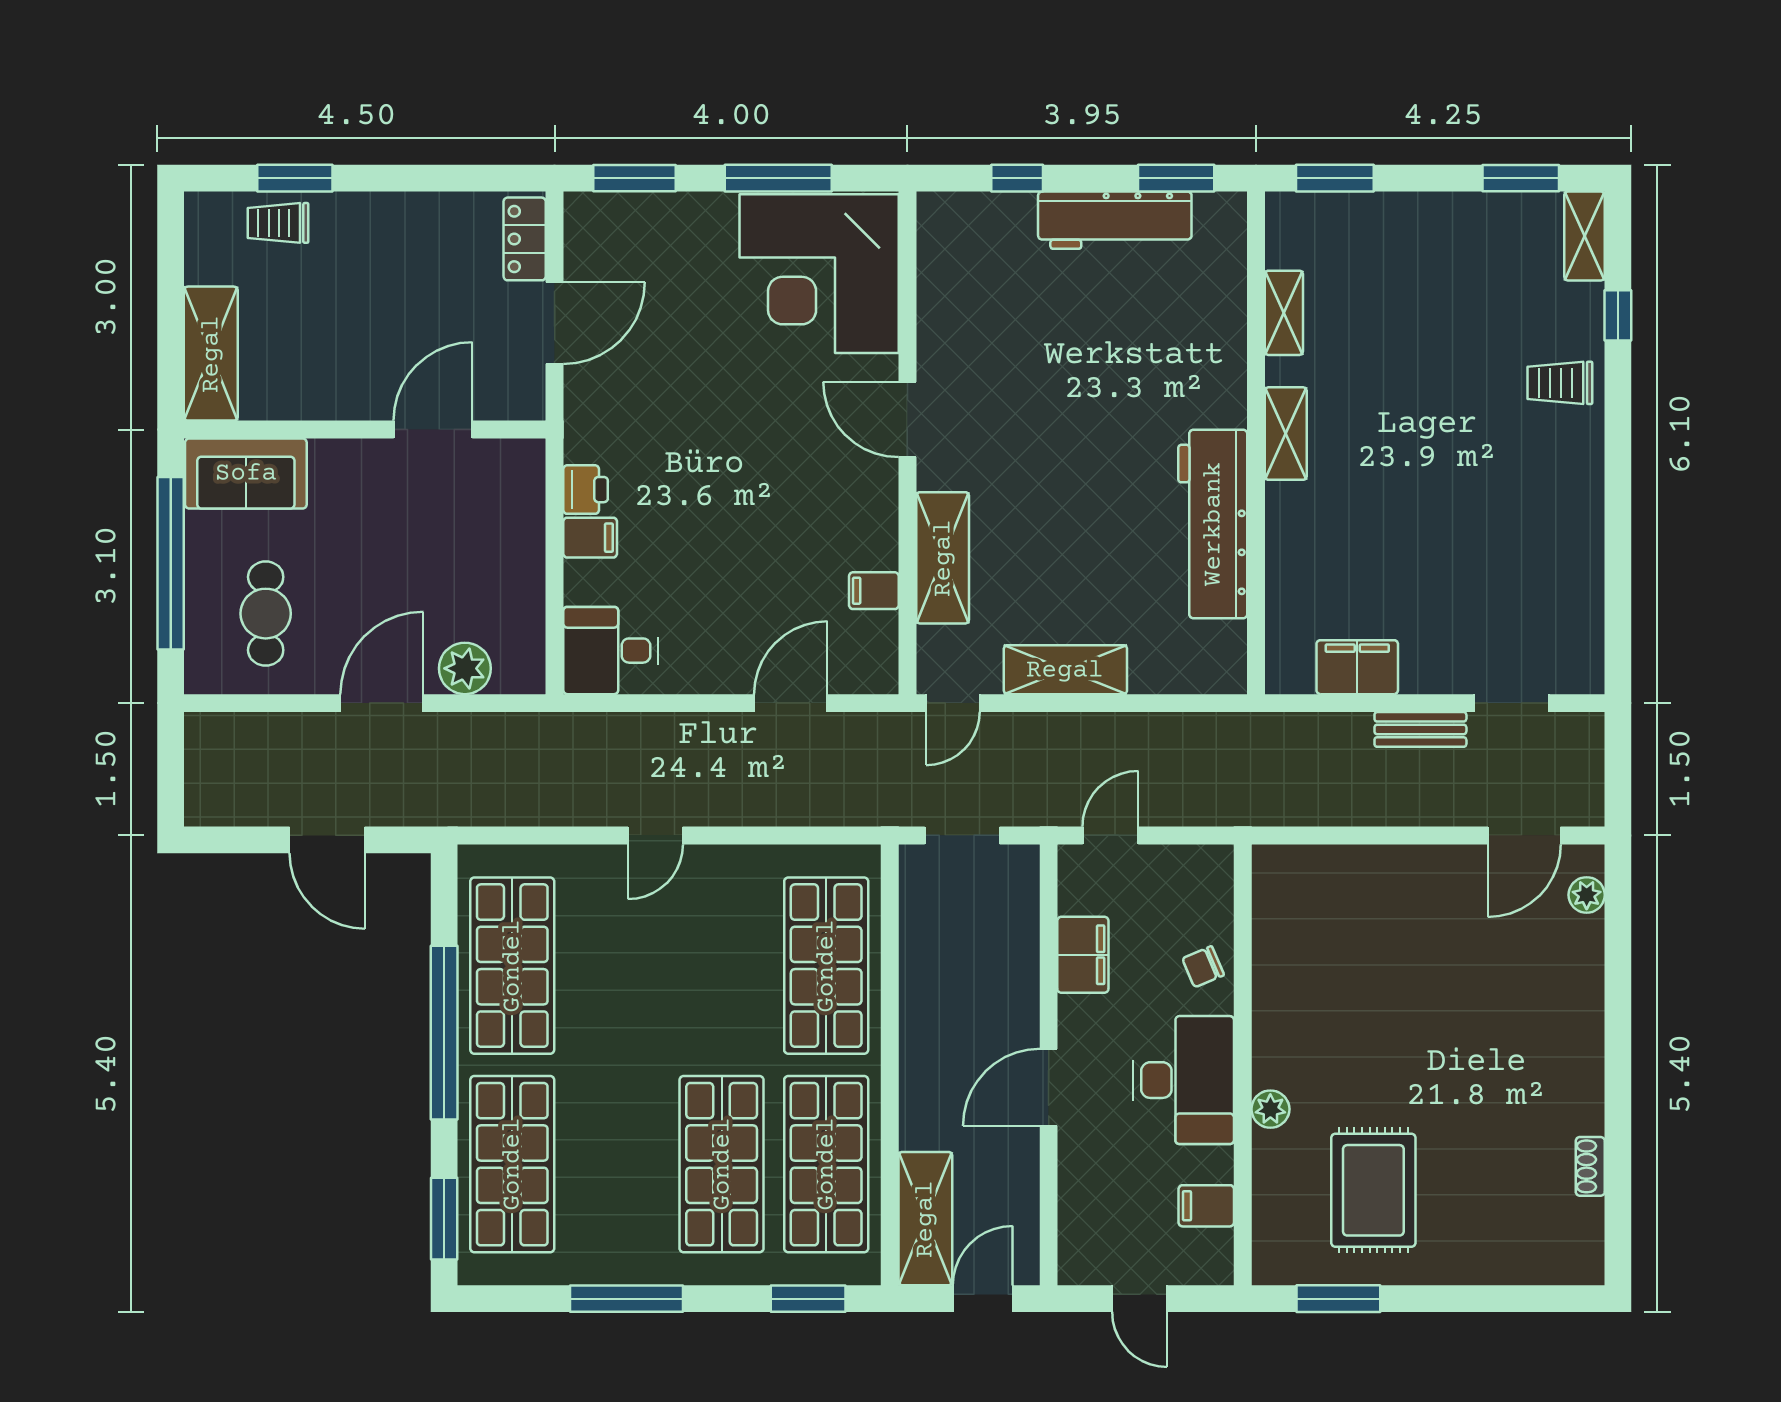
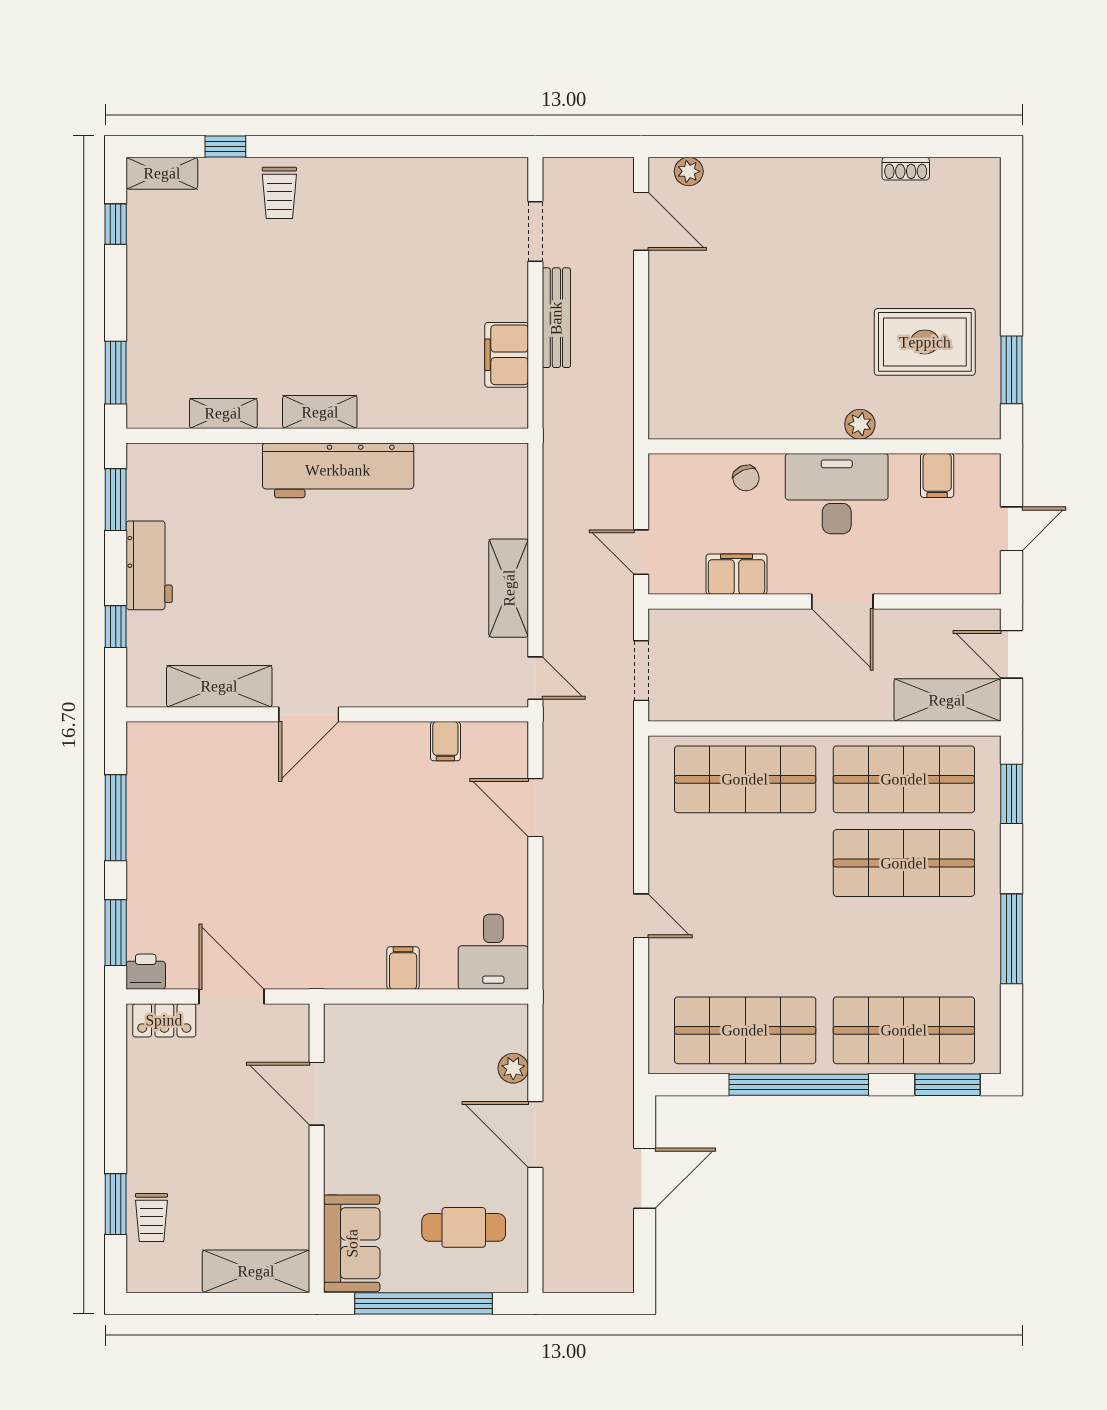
window: (1521, 178) -> (116, 224), width x0.67
workbench: (1115, 220) -> (149, 565), width x0.73
corner desk: (819, 274) -> (192, 785), removed
printer: (586, 490) -> (146, 972), moved
workbench: (1213, 524) -> (338, 470), moved
shelving: (943, 558) -> (219, 686), moved
plant: (465, 668) -> (513, 1068), width x0.73, depth x0.73
bench: (1420, 729) -> (556, 318), width x1.36

